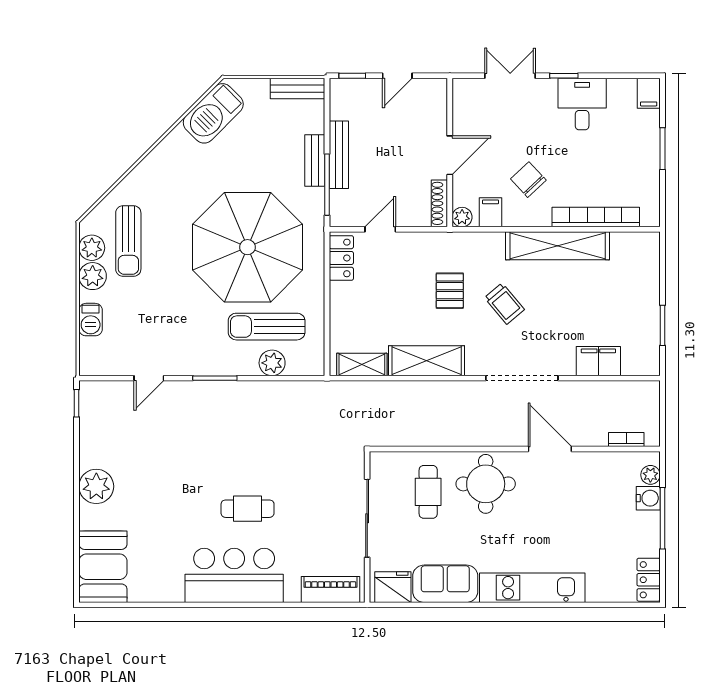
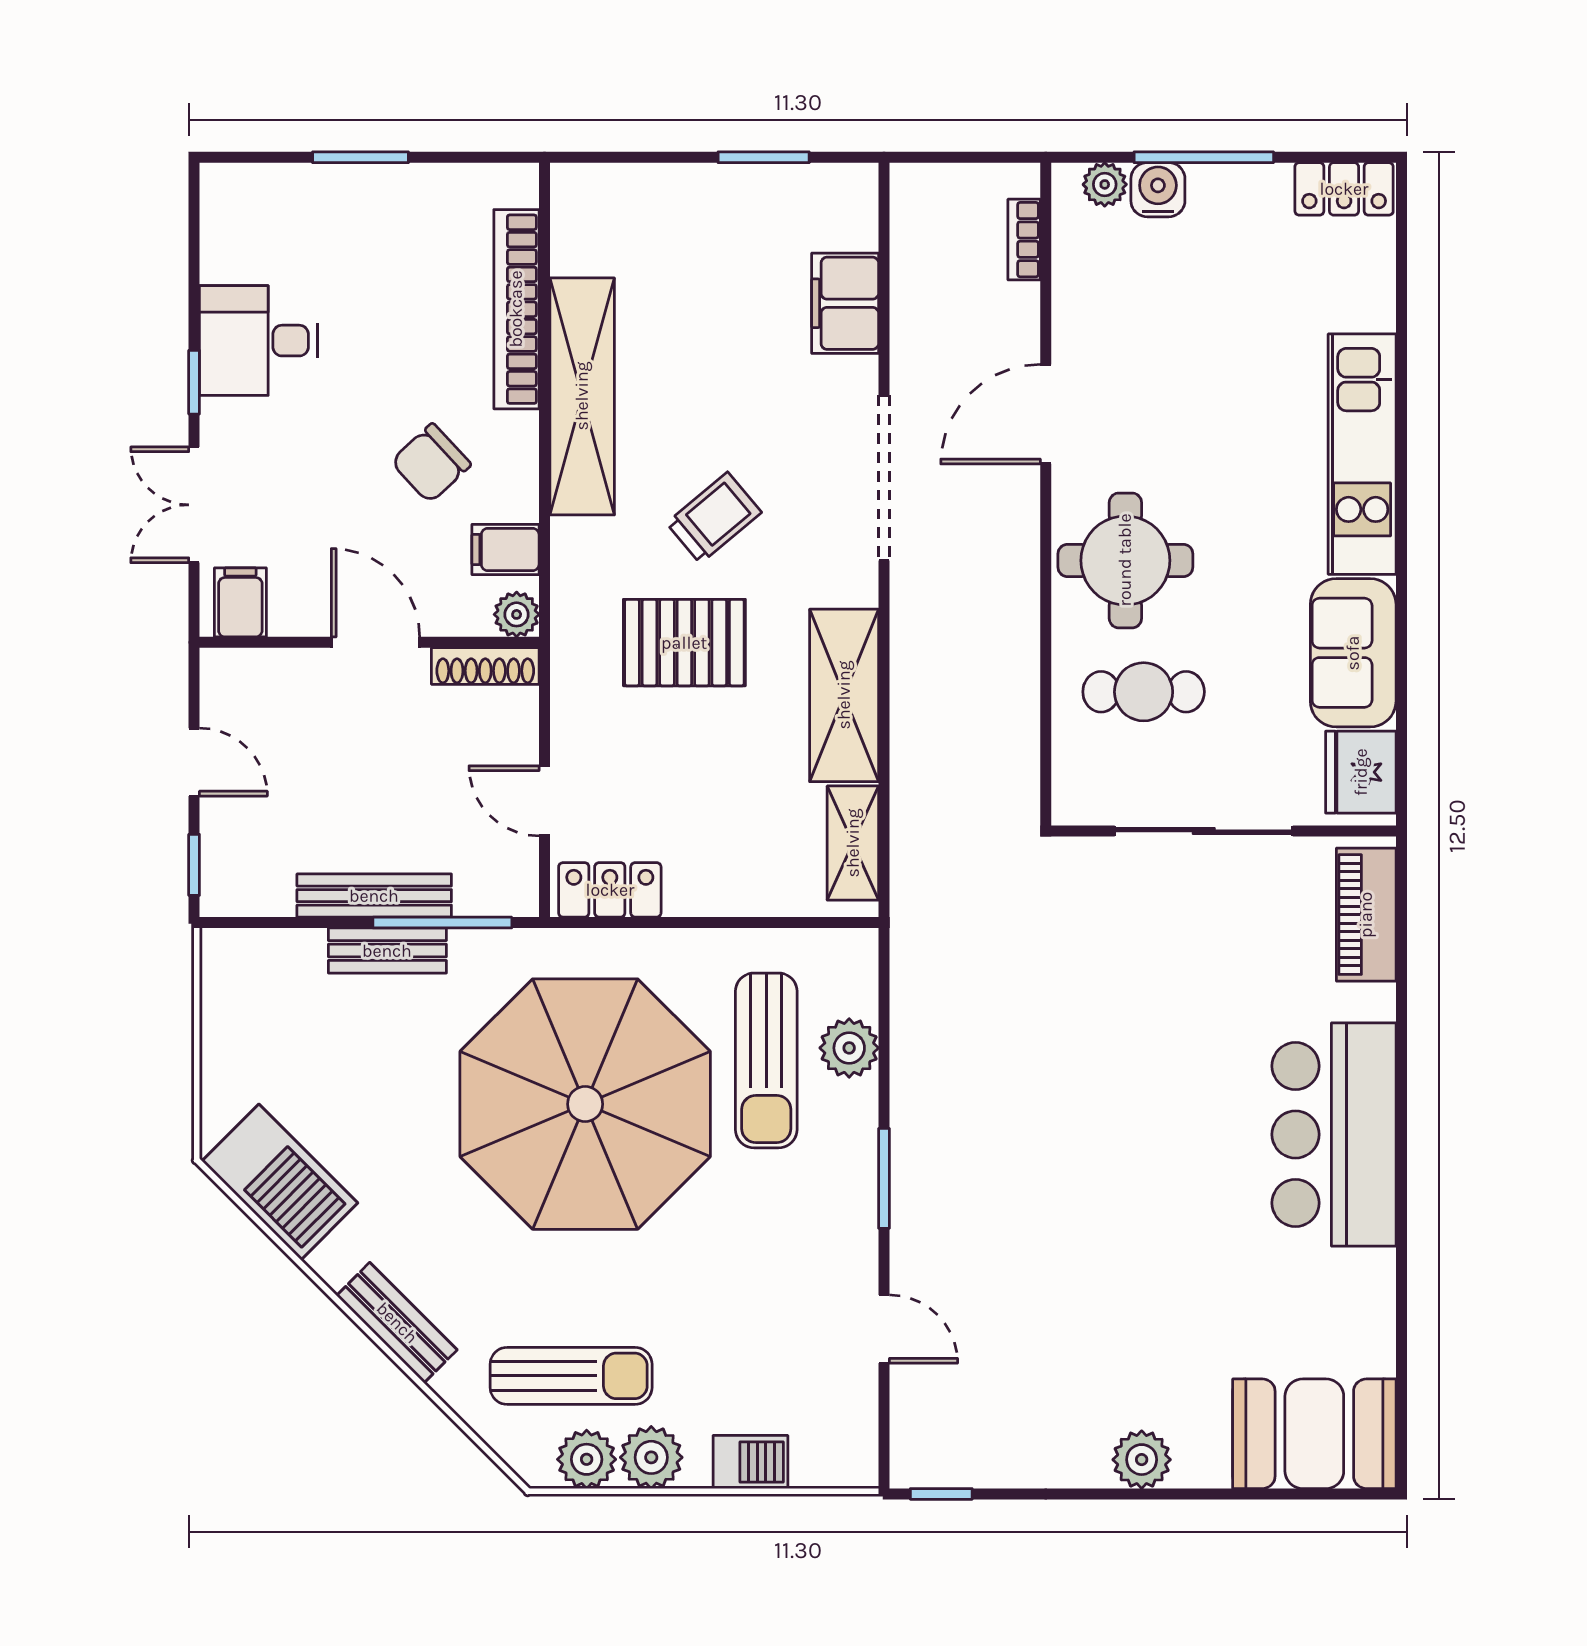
bench: (297, 88) -> (397, 1323), moved, turned -45
filing cabinet: (649, 93) -> (240, 602), moved, turned -90
pallet: (450, 291) -> (684, 643), width x1.50, depth x1.42
plant: (96, 486) -> (1142, 1460), width x0.73, depth x0.73
cafe table: (248, 509) -> (1182, 1104), removed

